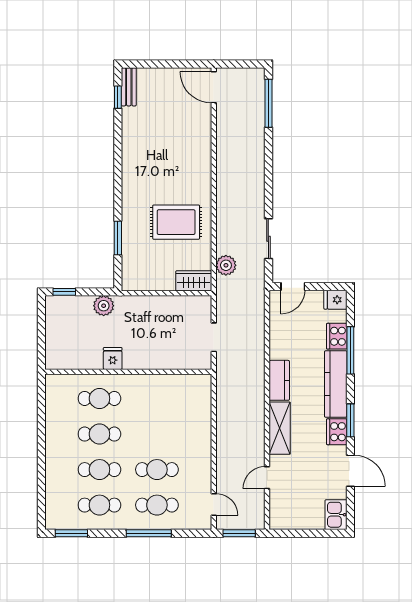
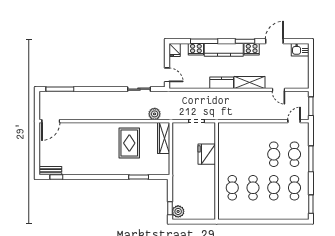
wardrobe: (194, 281) -> (164, 138), width x1.50
plant: (104, 306) -> (178, 211), moved
fridge: (113, 358) -> (207, 154), moved, width x1.88, depth x1.34

